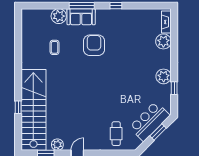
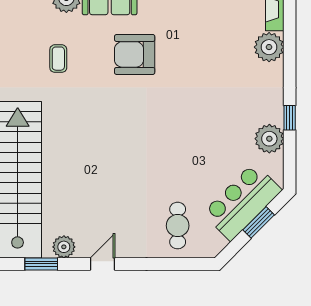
armchair: (94, 45) -> (135, 54), turned -90
plant: (164, 76) -> (269, 139), moved
window: (174, 88) -> (290, 118), moved

